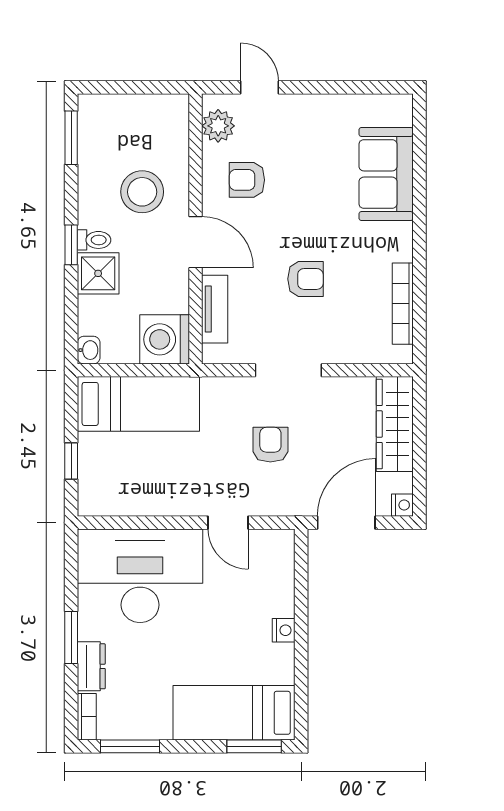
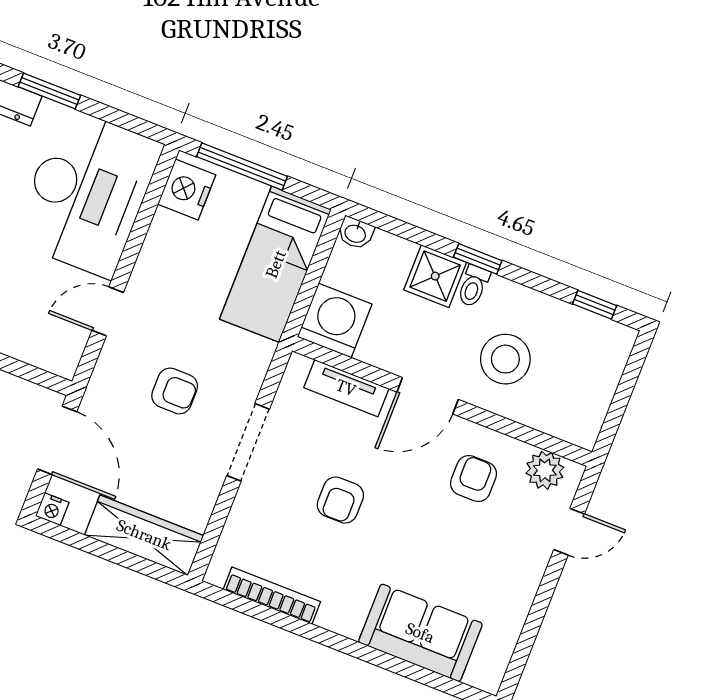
window: (71, 138) -> (595, 305), width x0.67
window: (71, 461) -> (242, 167), width x2.17
nightstand: (107, 498) -> (187, 190), added

